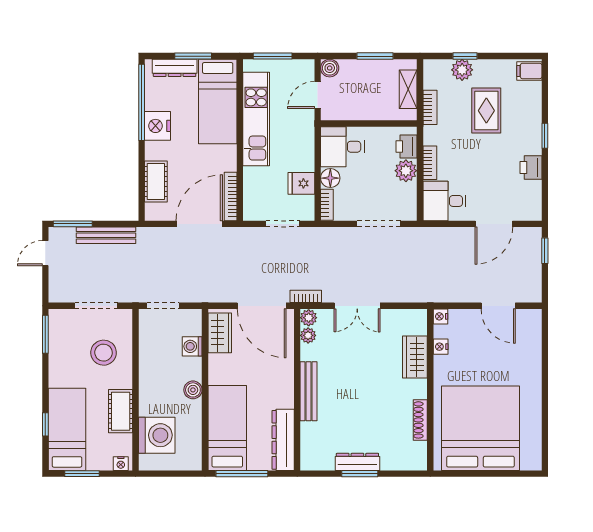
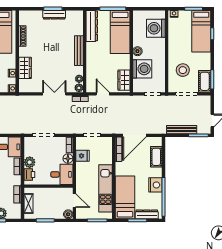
door: (318, 95) -> (74, 201), hinge flipped
door: (262, 306) -> (103, 94), width x0.53
washing machine: (192, 346) -> (142, 69), width x1.89, depth x1.89
cot: (121, 411) -> (205, 81), moved

